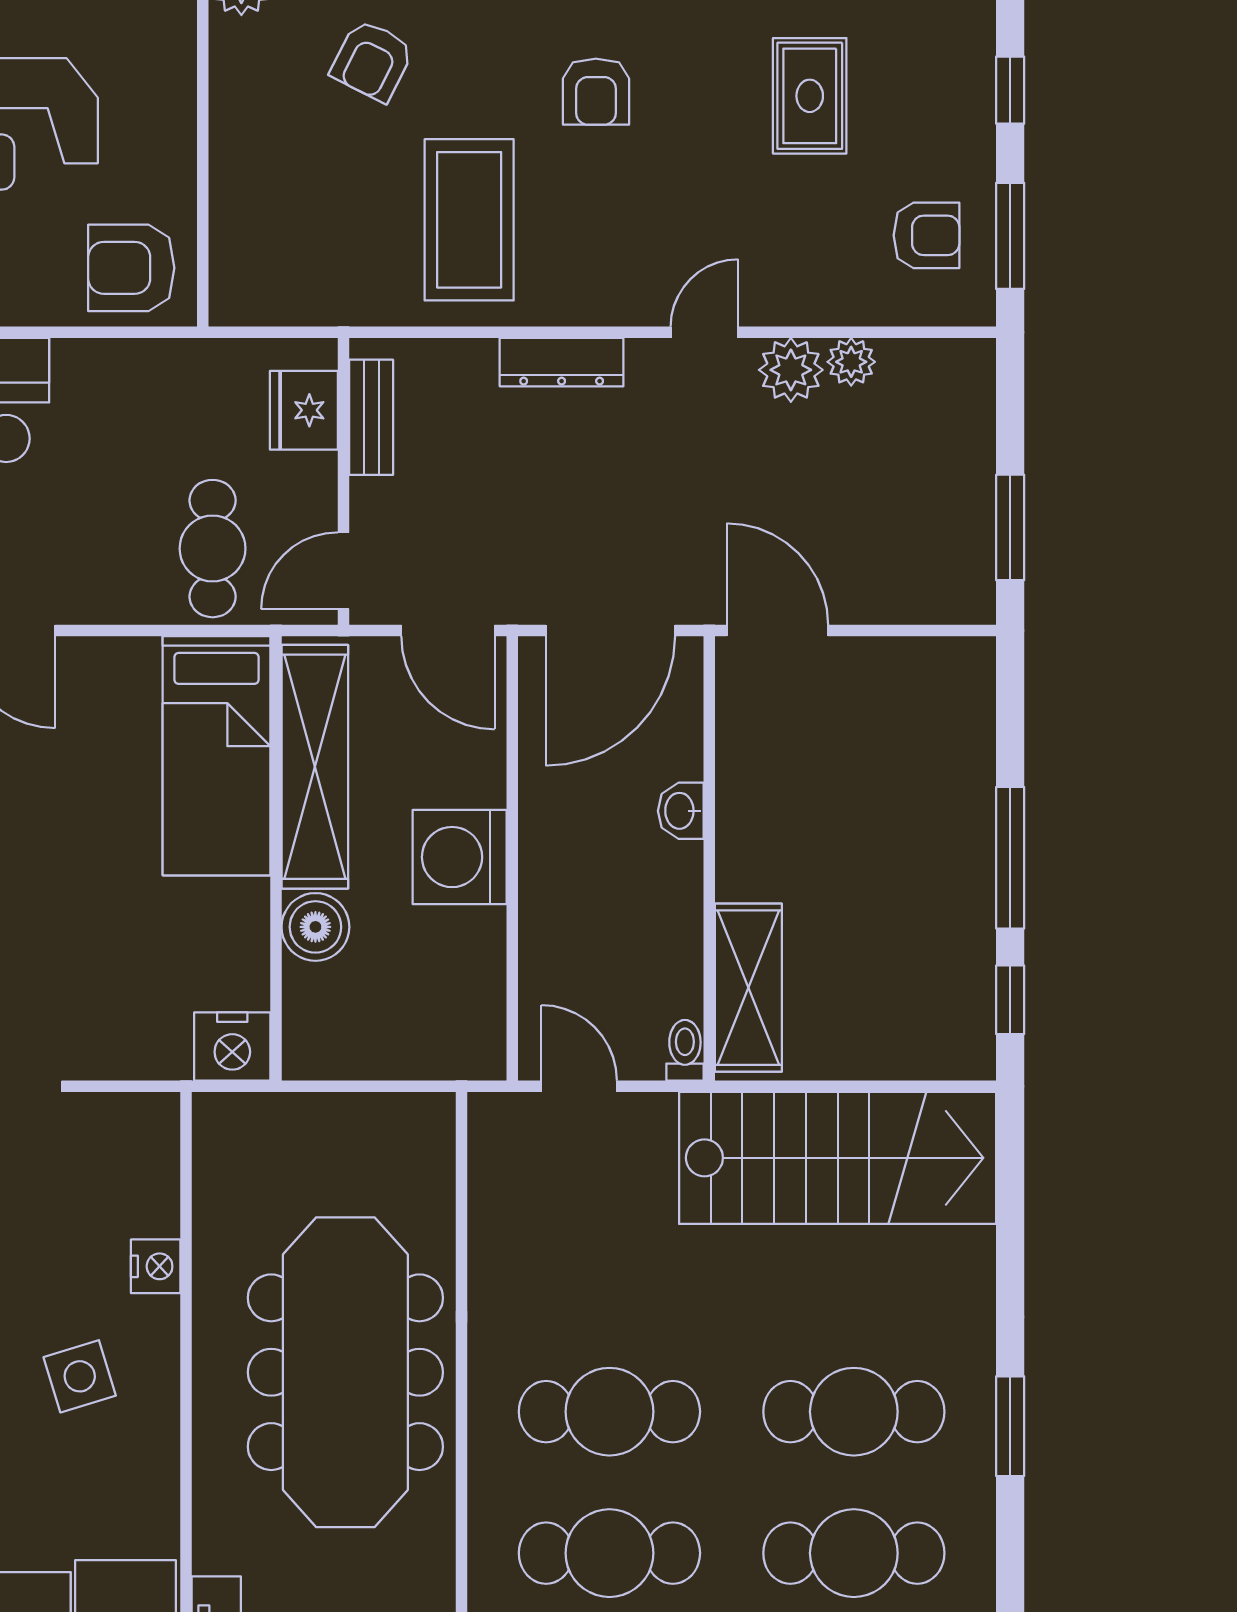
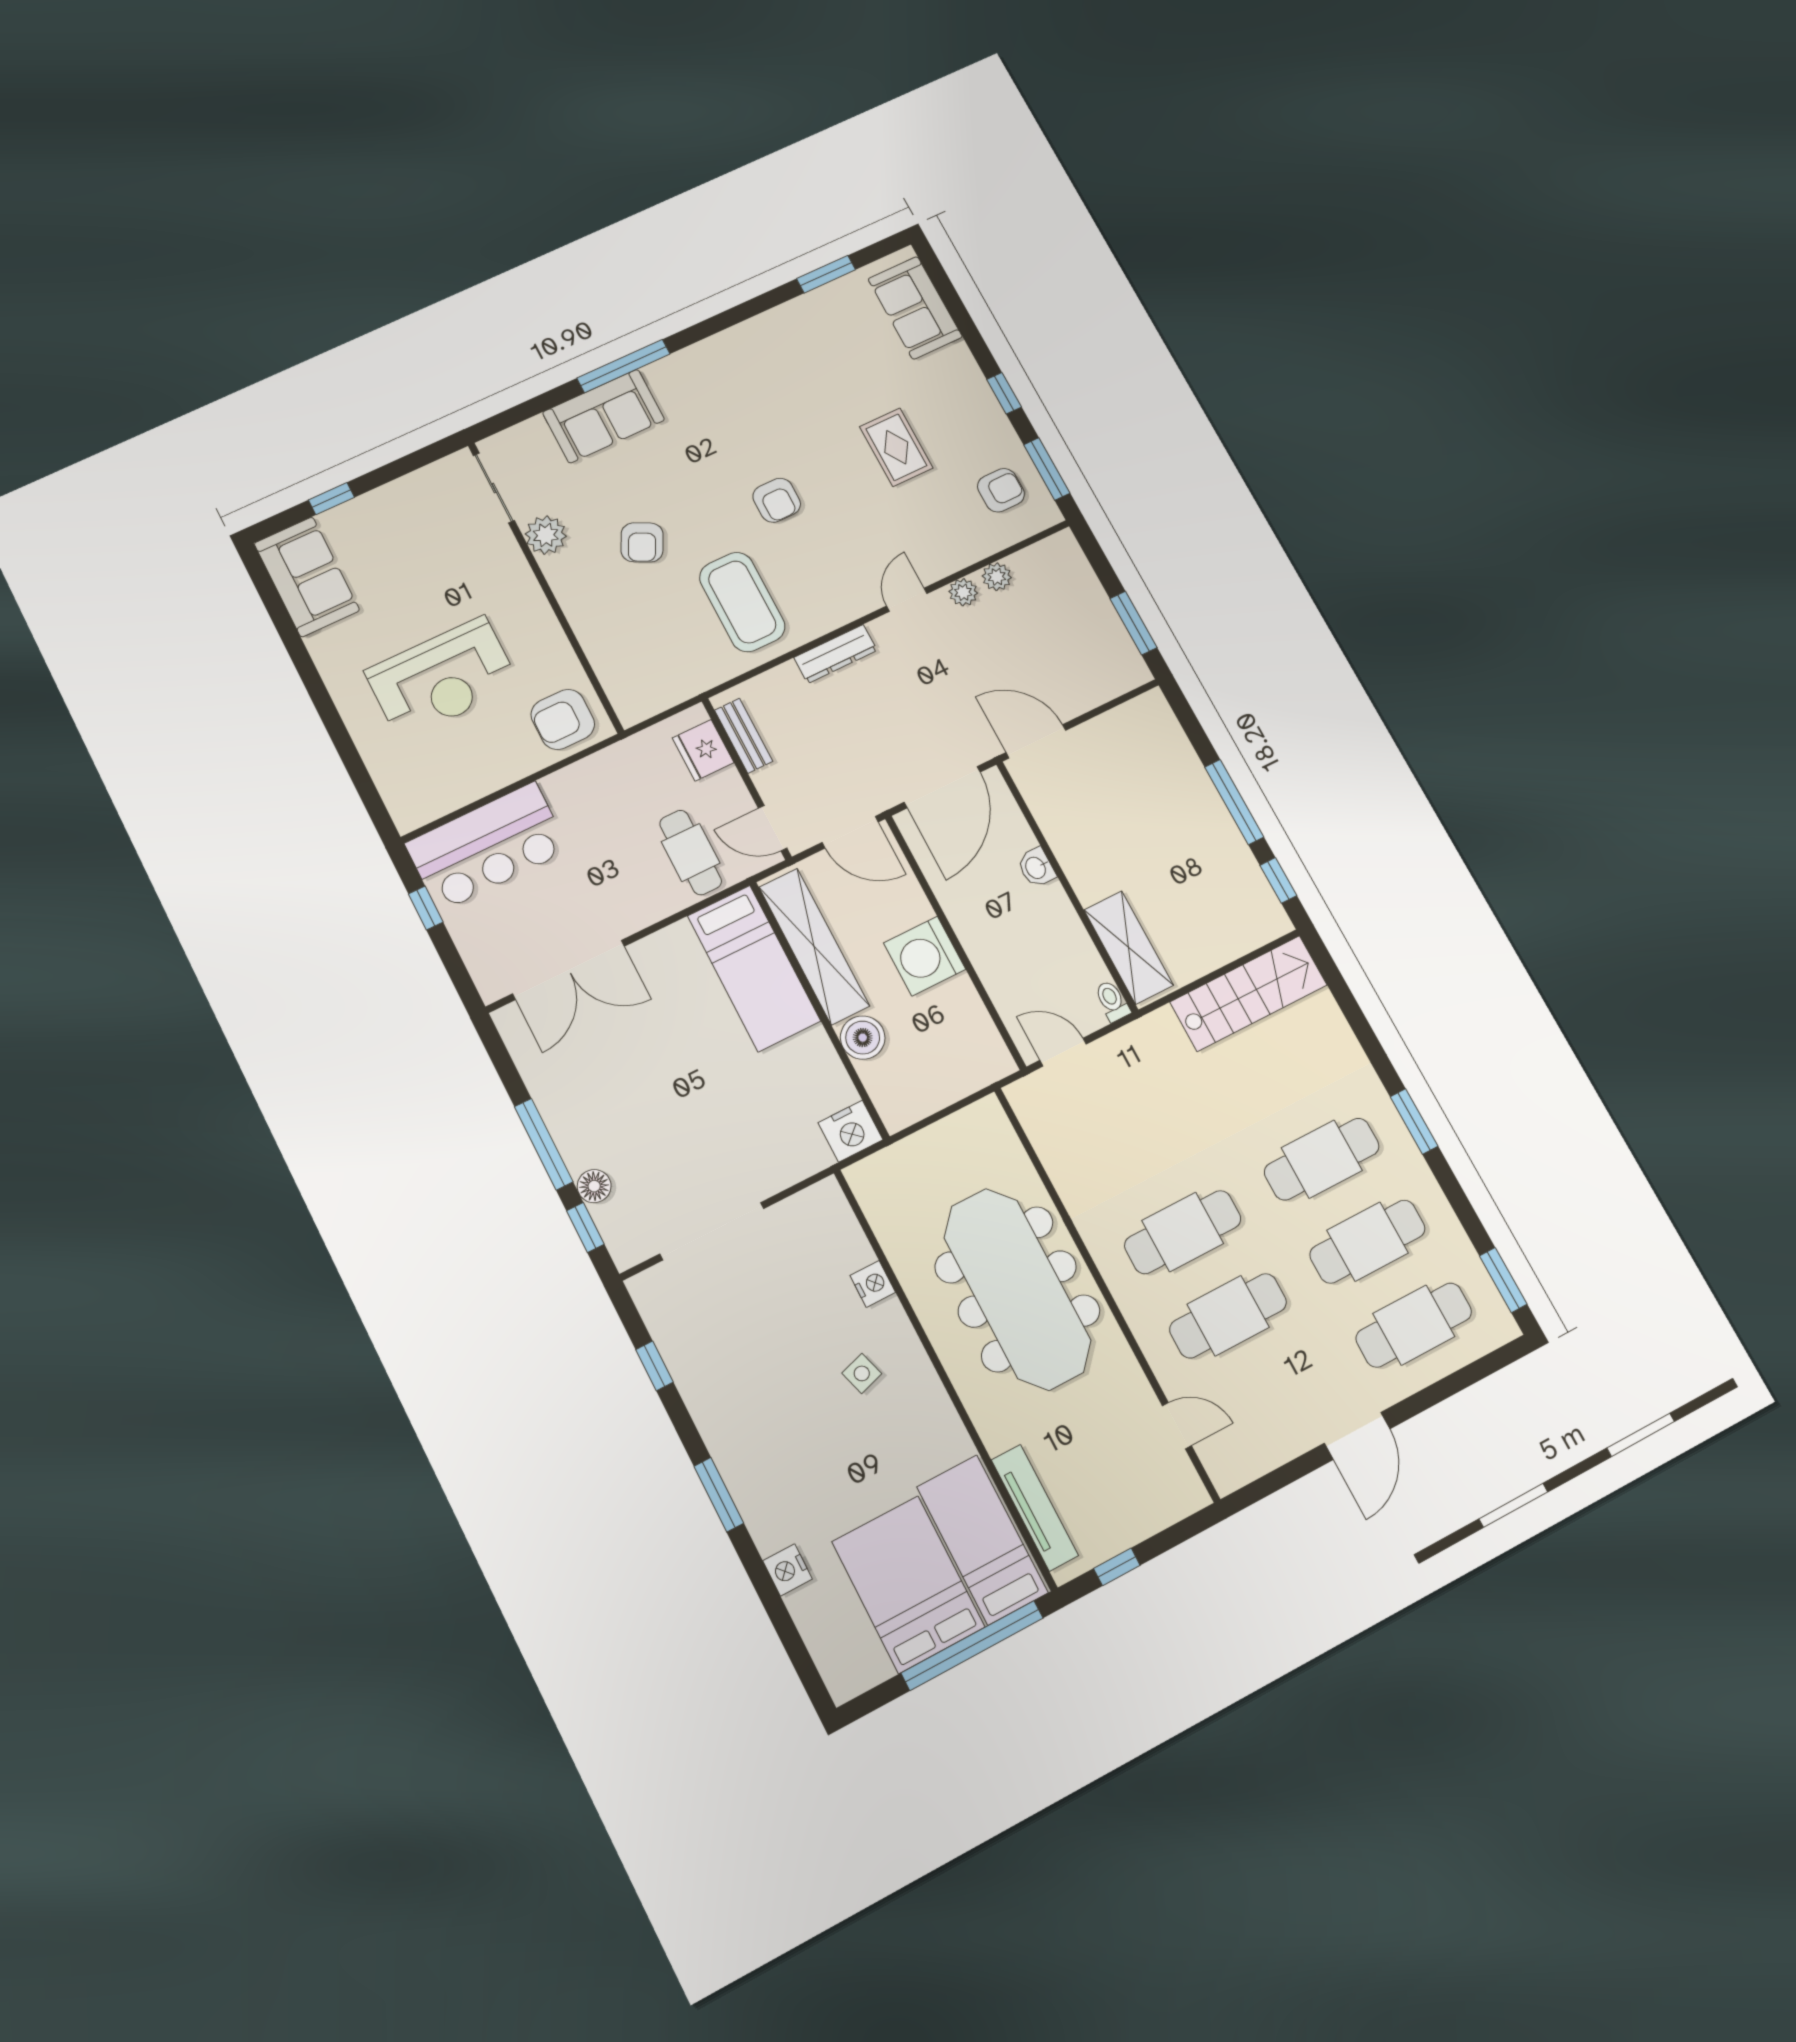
plant: (791, 370) -> (963, 592), width x0.73, depth x0.73
door: (343, 571) -> (773, 828), hinge flipped
stairs: (838, 1158) -> (1249, 993), width x0.73, depth x0.66
side table: (80, 1376) -> (862, 1373), width x0.73, depth x0.73

